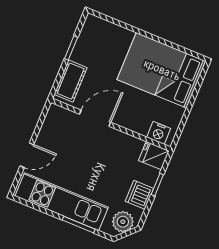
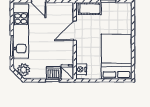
door: (95, 118) -> (75, 31), swing flipped
dishwasher: (139, 195) -> (53, 73), moved

